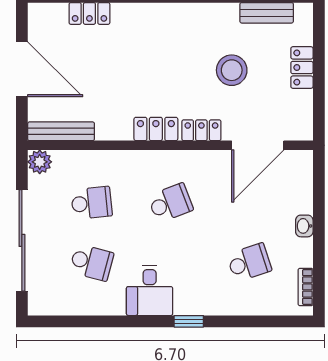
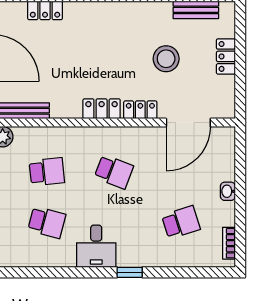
school desk: (170, 203) -> (114, 172), turned 42

